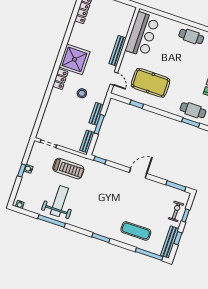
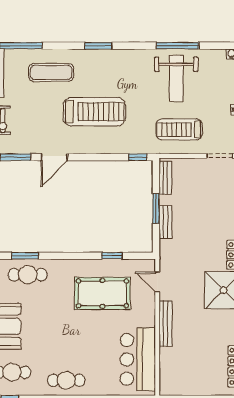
stool: (82, 93) -> (196, 245), removed
door: (138, 173) -> (54, 157), moved
treadmill: (117, 198) -> (94, 112), added

